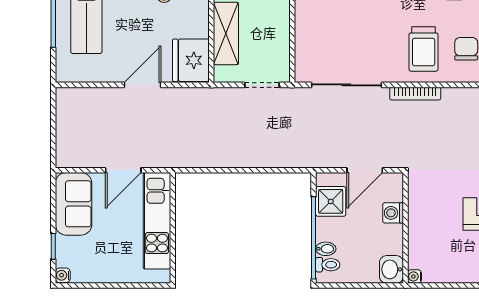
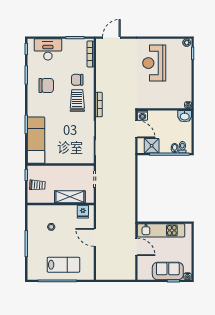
trolley: (424, 49) -> (77, 101), turned -90
fridge: (191, 60) -> (83, 212), width x0.53, depth x0.75
sofa: (74, 204) -> (168, 271), moved
washing machine: (393, 213) -> (142, 115), moved

